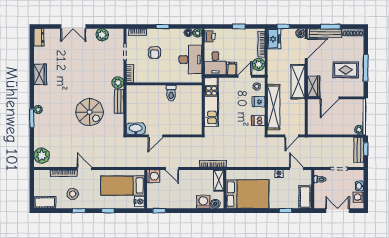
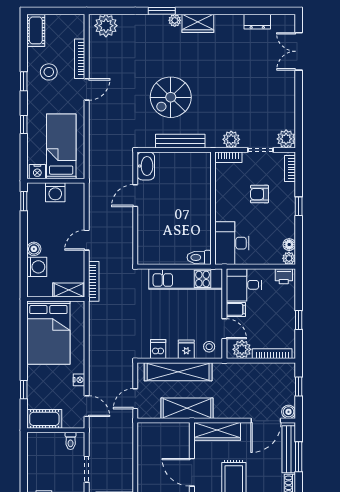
double door: (73, 26) -> (299, 51), moved
plant: (102, 35) -> (286, 139), moved
dresser: (39, 38) -> (257, 22), moved
freezer: (274, 39) -> (280, 372), removed
door: (306, 48) -> (266, 421), hinge flipped
desk: (190, 59) -> (232, 243), moved, turned 90
wardrobe: (40, 74) -> (198, 23), moved
shelving: (298, 82) -> (187, 408), moved
plant: (118, 83) -> (231, 139), moved
wardrobe: (314, 86) -> (217, 431), width x1.50
toilet: (171, 93) -> (199, 257), moved
door: (330, 98) -> (192, 472), moved
bench: (119, 101) -> (180, 141), width x1.36
door: (156, 136) -> (135, 196), hinge flipped
door: (292, 136) -> (135, 399), hinge flipped
door: (172, 168) -> (87, 240), moved
door: (297, 168) -> (87, 406), hinge flipped
washing machine: (153, 176) -> (55, 192), moved
boiler: (215, 204) -> (34, 249), moved
double door: (338, 211) -> (24, 467), removed

